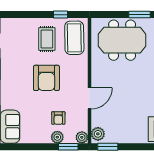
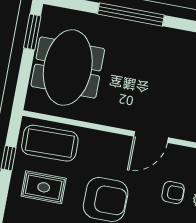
door: (89, 98) -> (151, 137), swing flipped

